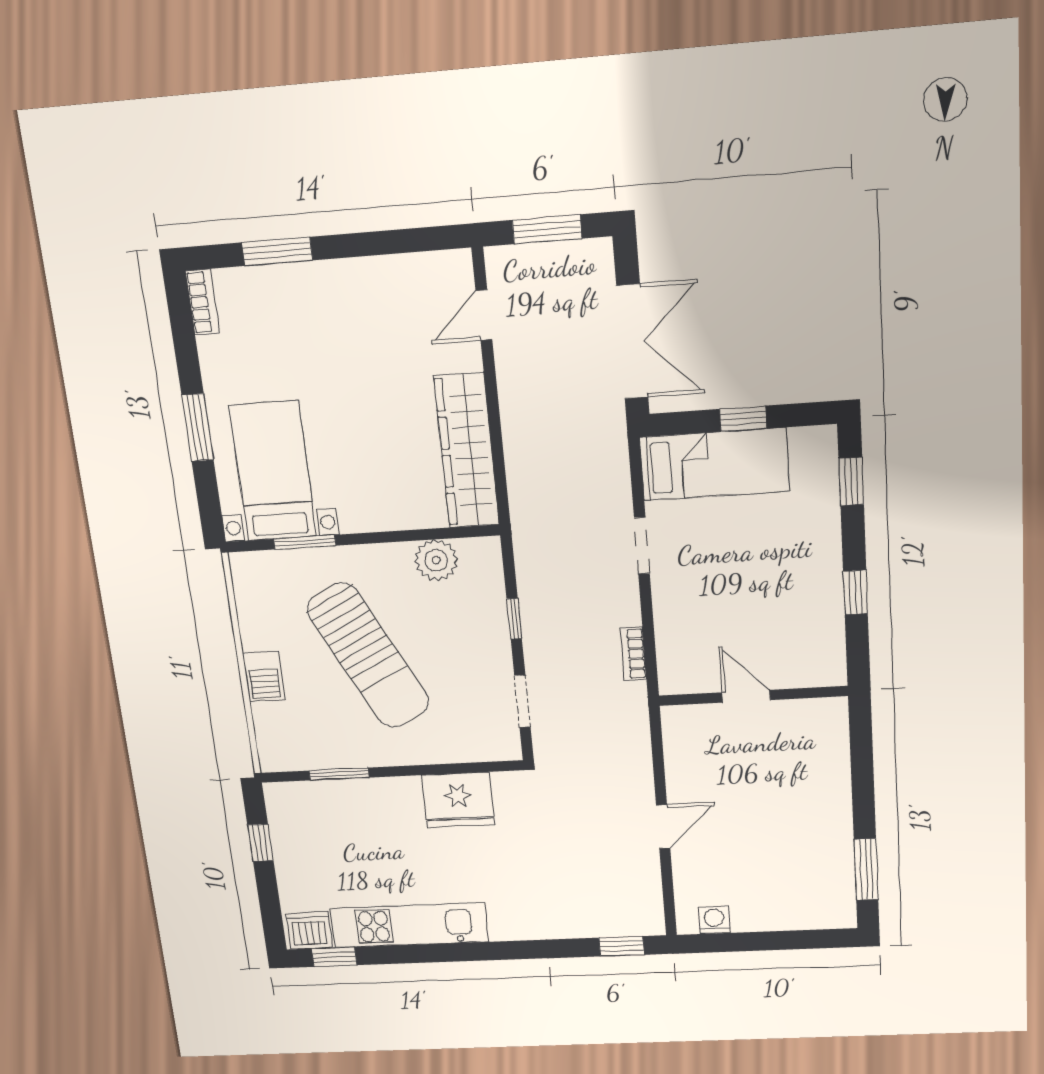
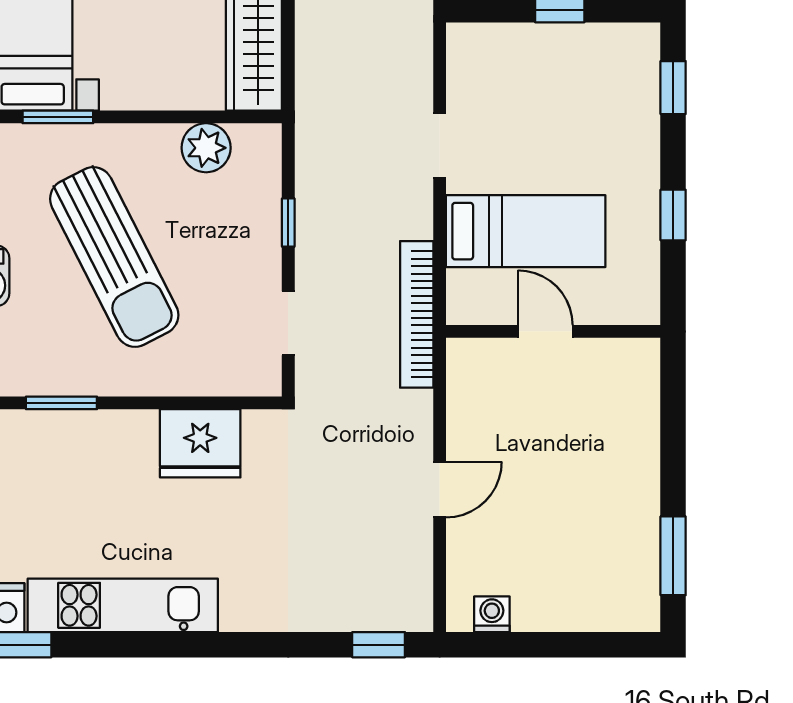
bed: (714, 464) -> (526, 231), moved
bookcase: (633, 654) -> (417, 314), width x2.31, depth x1.31

